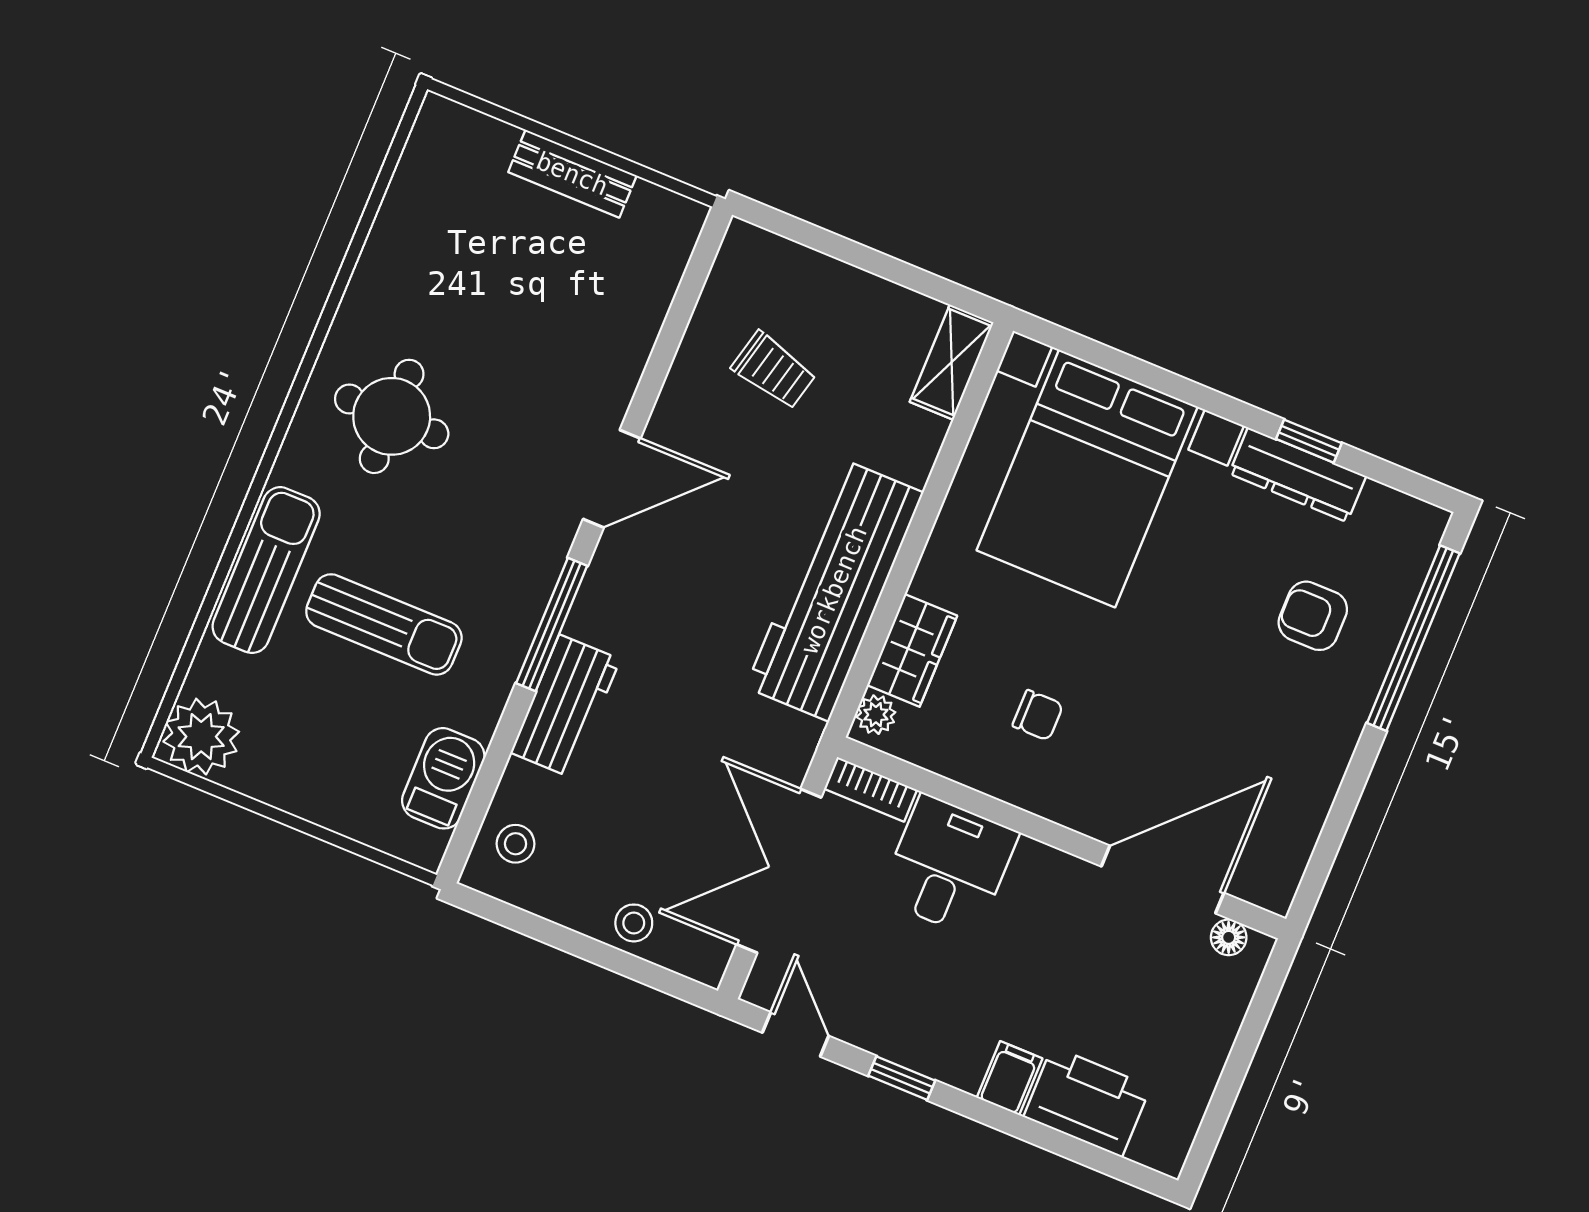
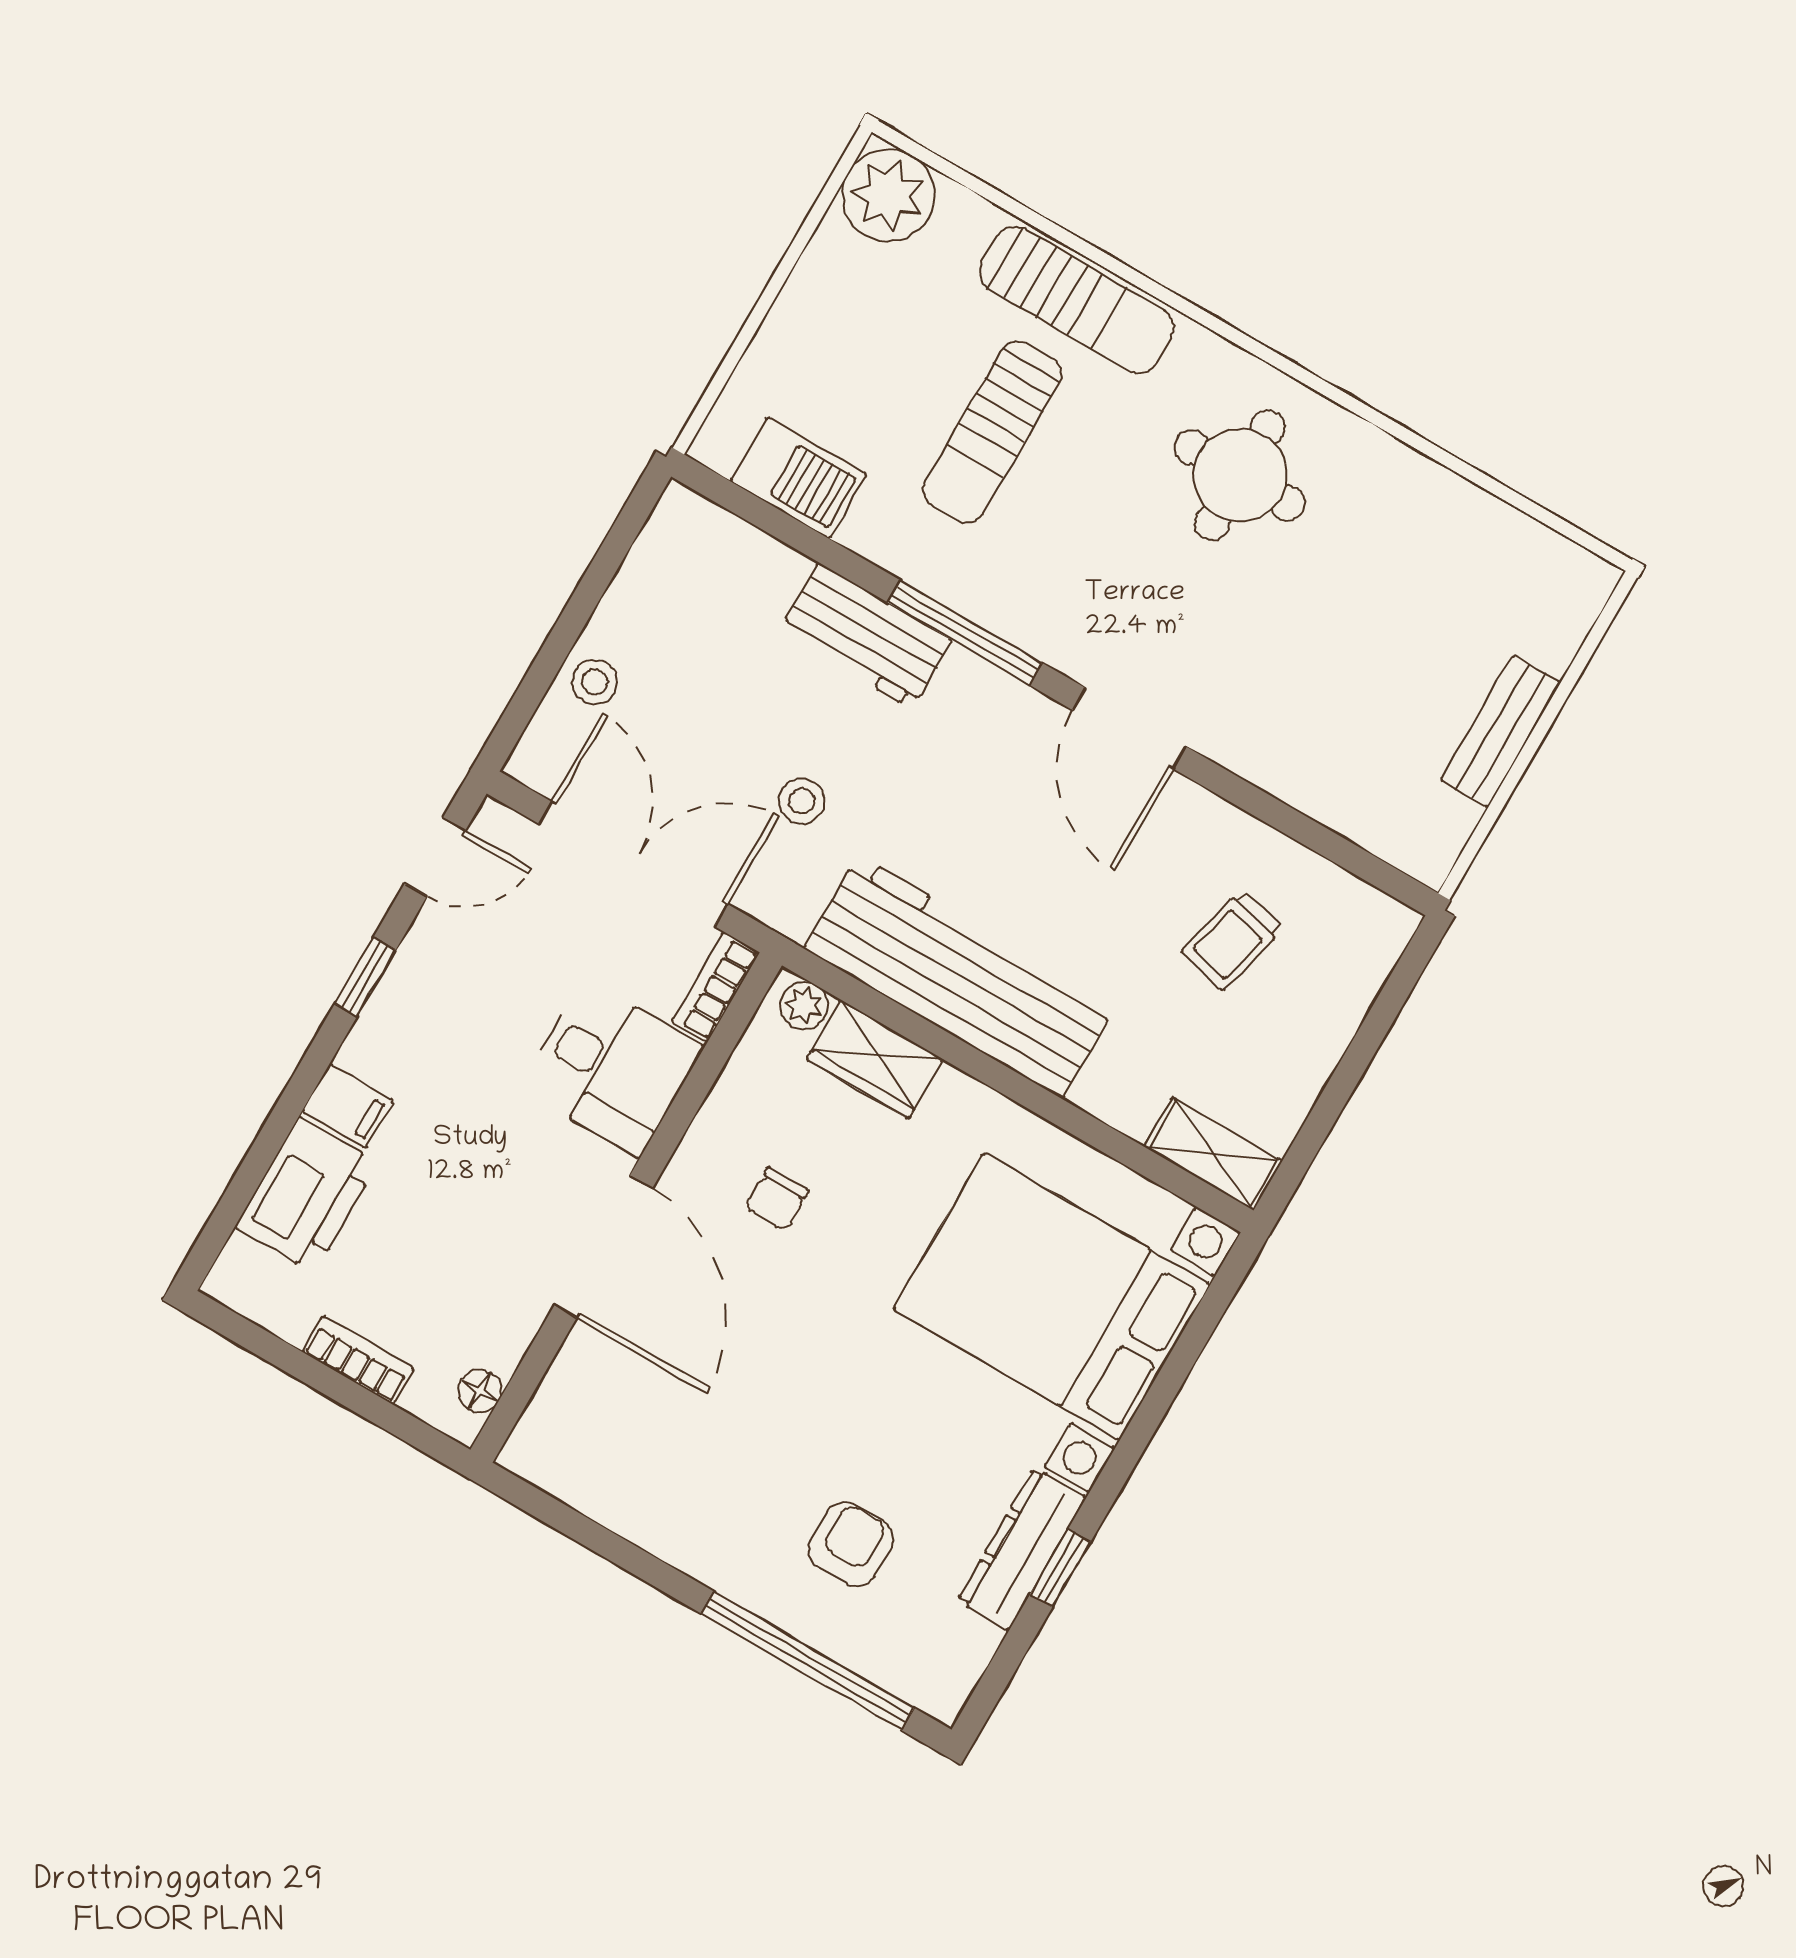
stool: (516, 844) -> (802, 801), moved
door: (1163, 880) -> (603, 1247), moved
bookcase: (1217, 1041) -> (358, 1360), added

